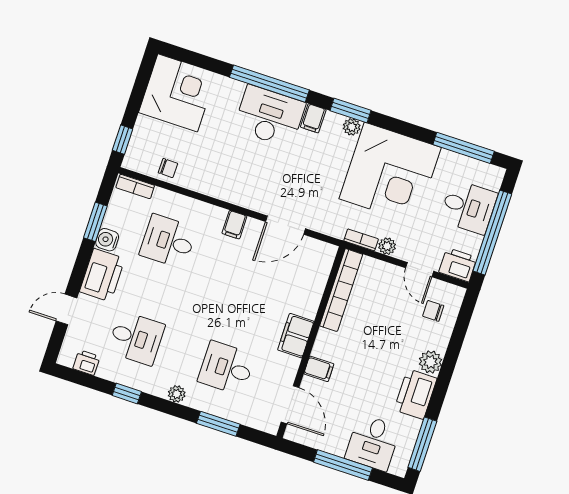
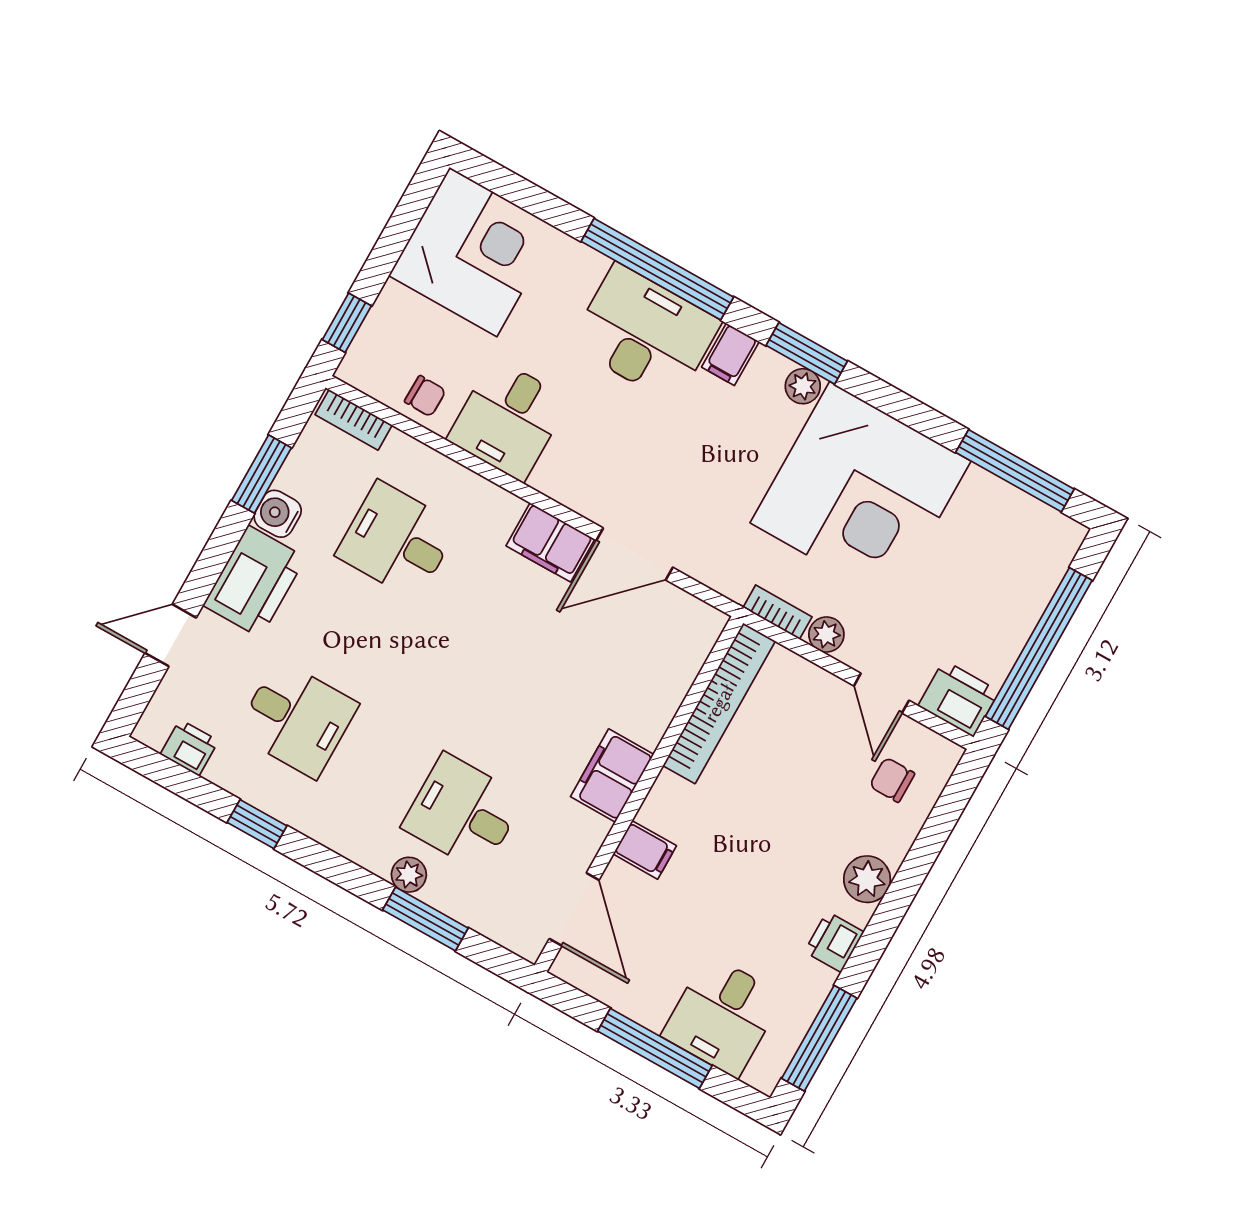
desk: (468, 207) -> (508, 420), moved, turned 90
filing cabinet: (234, 225) -> (550, 542), width x2.00
plant: (177, 394) -> (409, 875), moved
printer: (416, 394) -> (834, 942), width x0.53, depth x0.68

